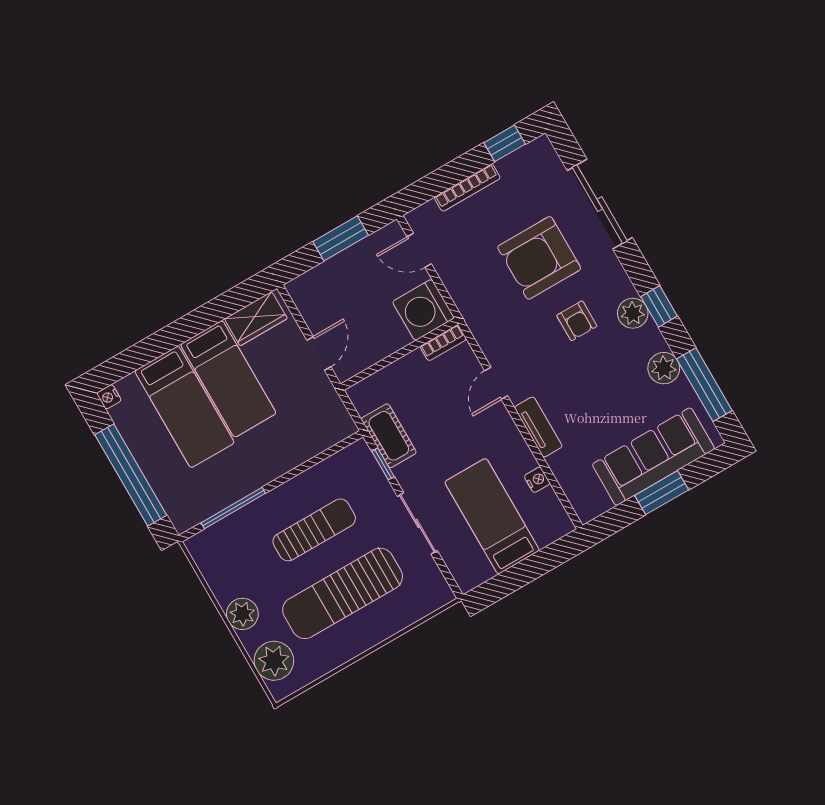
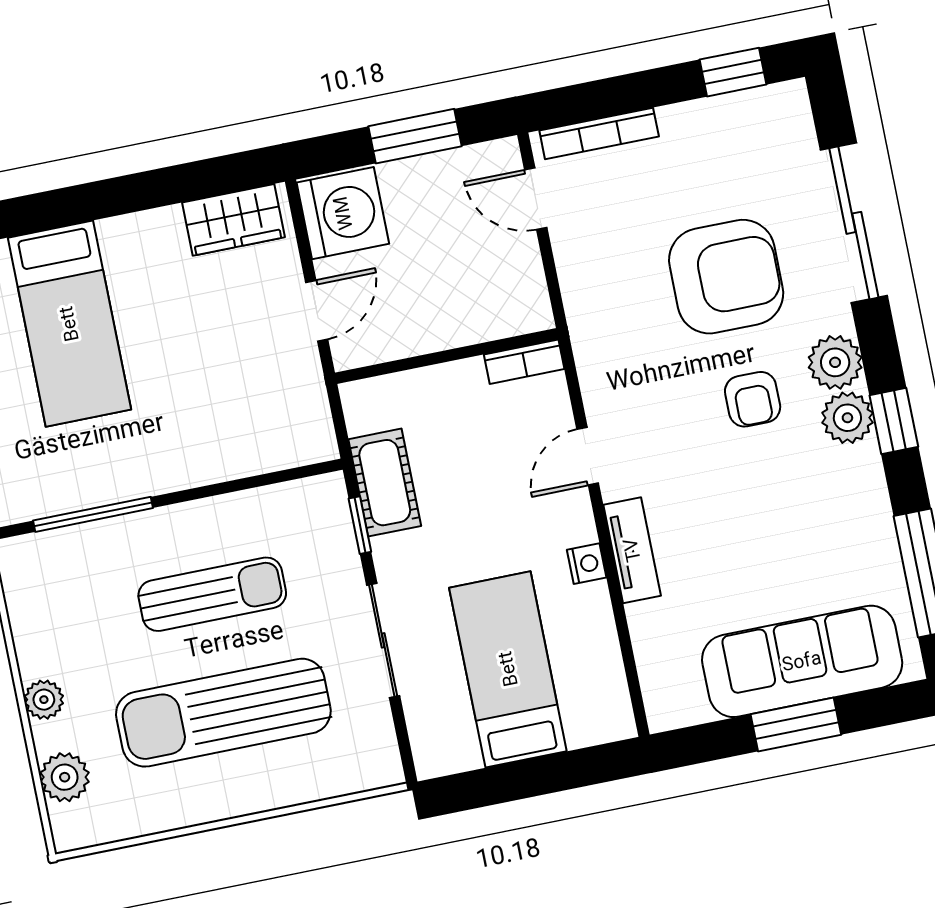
bookcase: (467, 188) -> (599, 134), moved
armchair: (539, 258) -> (726, 277), turned 180
washing machine: (423, 310) -> (343, 213), moved, turned 180
plant: (664, 368) -> (835, 362), moved
bed: (228, 379) -> (156, 302), removed
nightstand: (537, 480) -> (587, 564), moved
plant: (242, 614) -> (44, 700), width x0.73, depth x0.73
plant: (274, 661) -> (65, 777), width x0.73, depth x0.73

